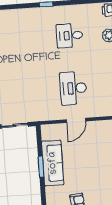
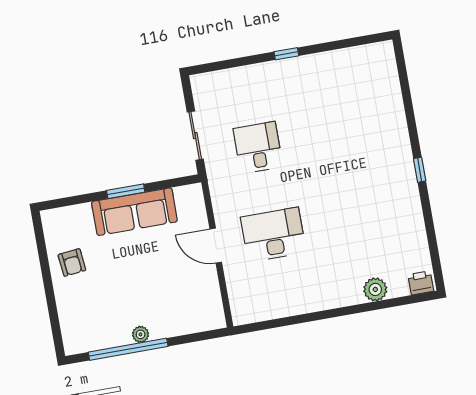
desk: (70, 36) -> (258, 148), moved

